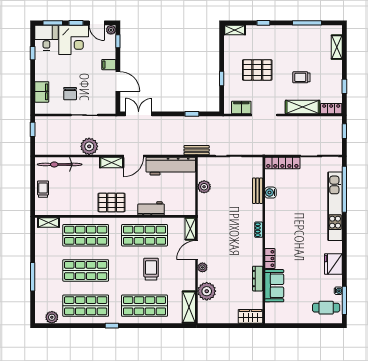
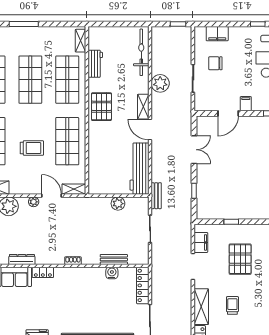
double door: (139, 114) -> (194, 150), moved
trolley: (43, 189) -> (115, 35), removed
workbench: (151, 208) -> (95, 64), moved

